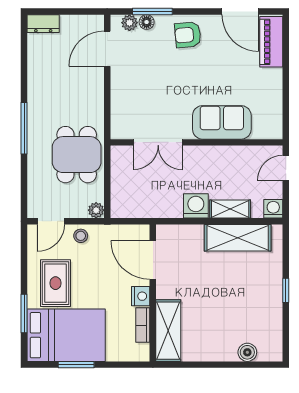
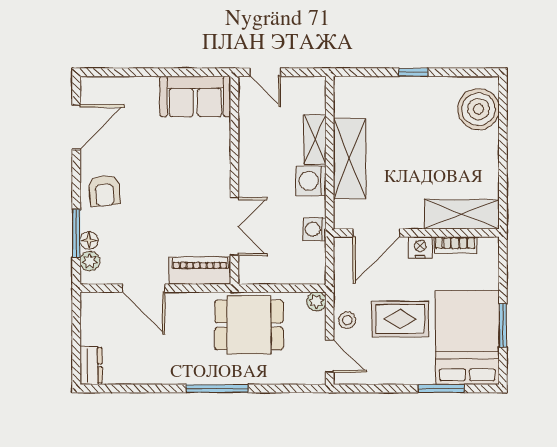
piano: (271, 42) -> (200, 271), moved, turned 180
door: (107, 49) -> (143, 288), moved
sofa: (222, 122) -> (195, 96), moved, turned -90
washing machine: (273, 209) -> (315, 229), moved
shelving: (238, 238) -> (350, 159), moved
rug: (55, 283) -> (400, 319), moved
boiler: (247, 352) -> (478, 109), width x1.86, depth x1.86

